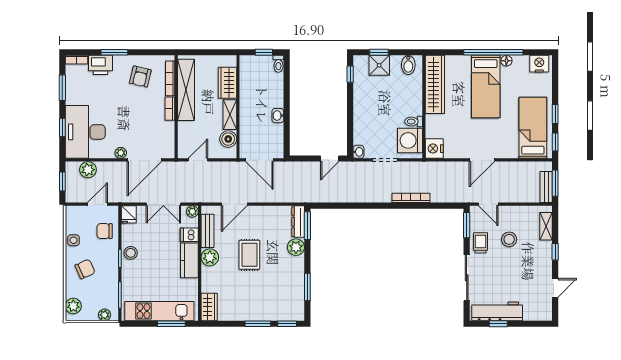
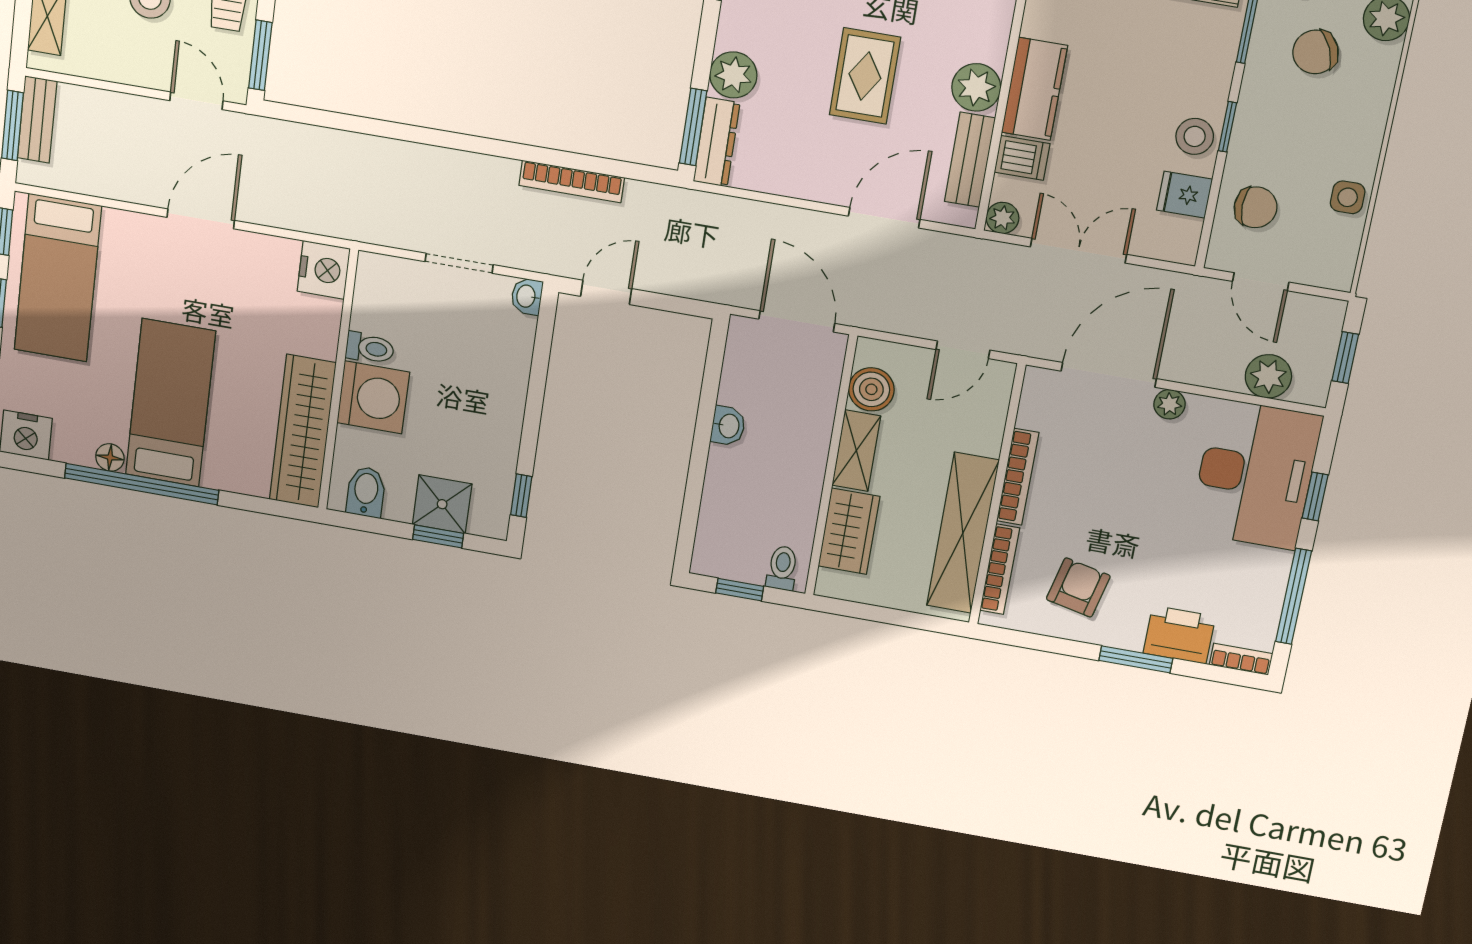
toilet: (278, 64) -> (782, 568), moved
window: (62, 88) -> (1294, 596), width x1.44
bookcase: (170, 109) -> (1018, 477), width x1.56
washing machine: (410, 140) -> (373, 397), moved
bookcase: (411, 198) -> (572, 182), moved
door: (97, 204) -> (1261, 282), hinge flipped
fridge: (129, 214) -> (1184, 195), moved, turned -90
chair: (85, 269) -> (1316, 52), moved

